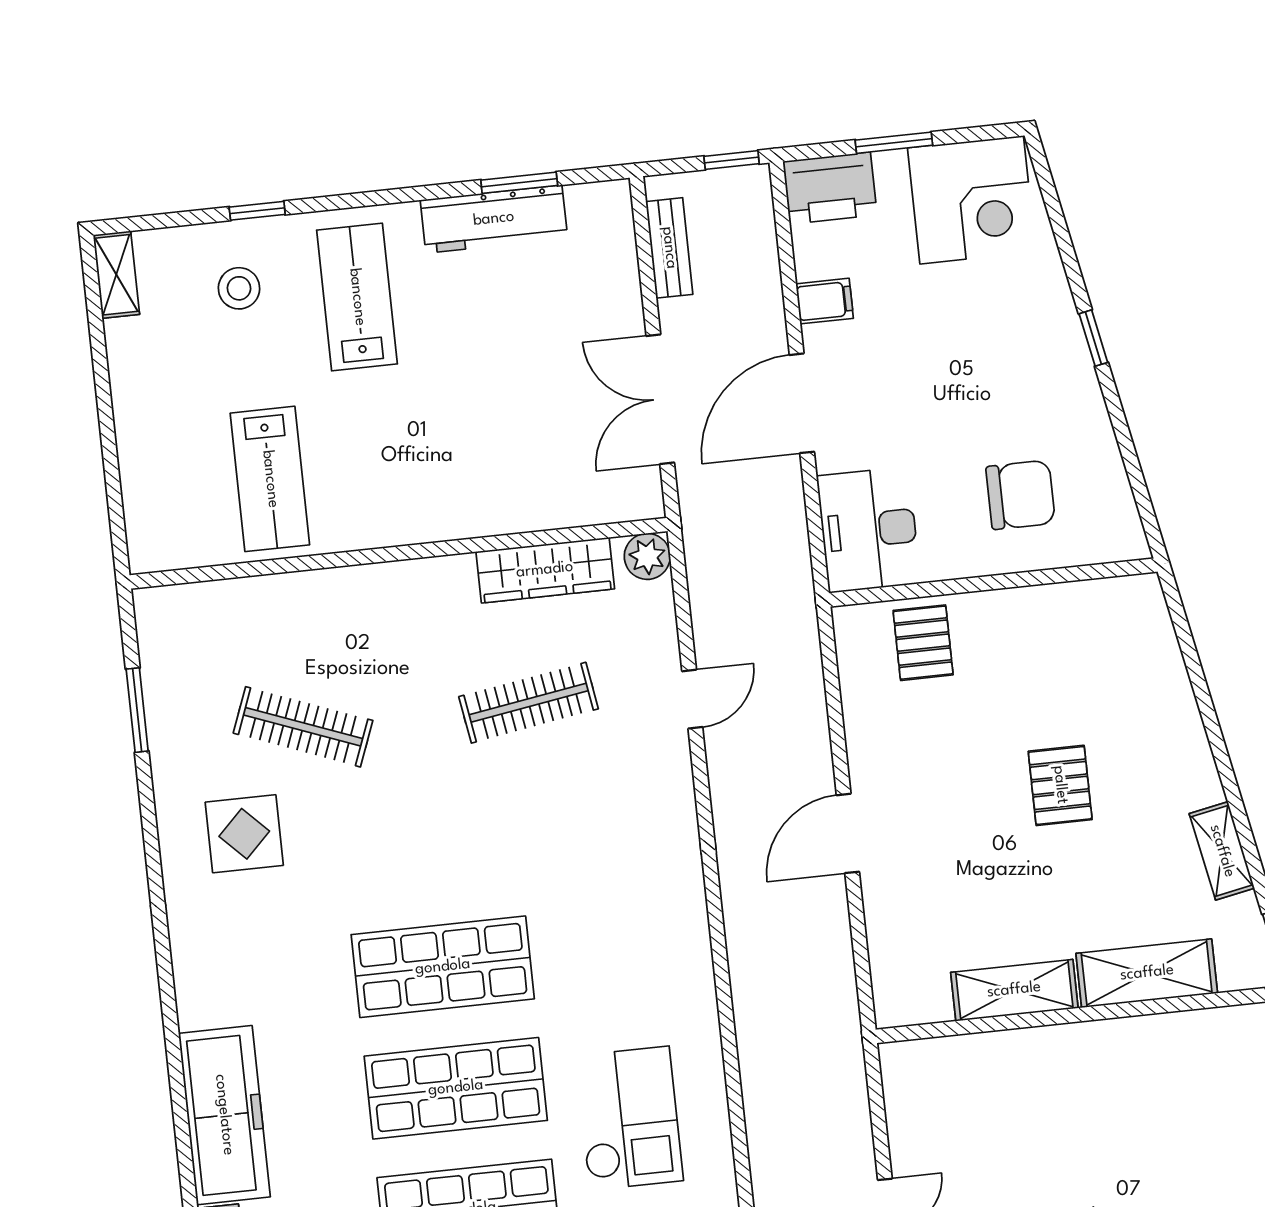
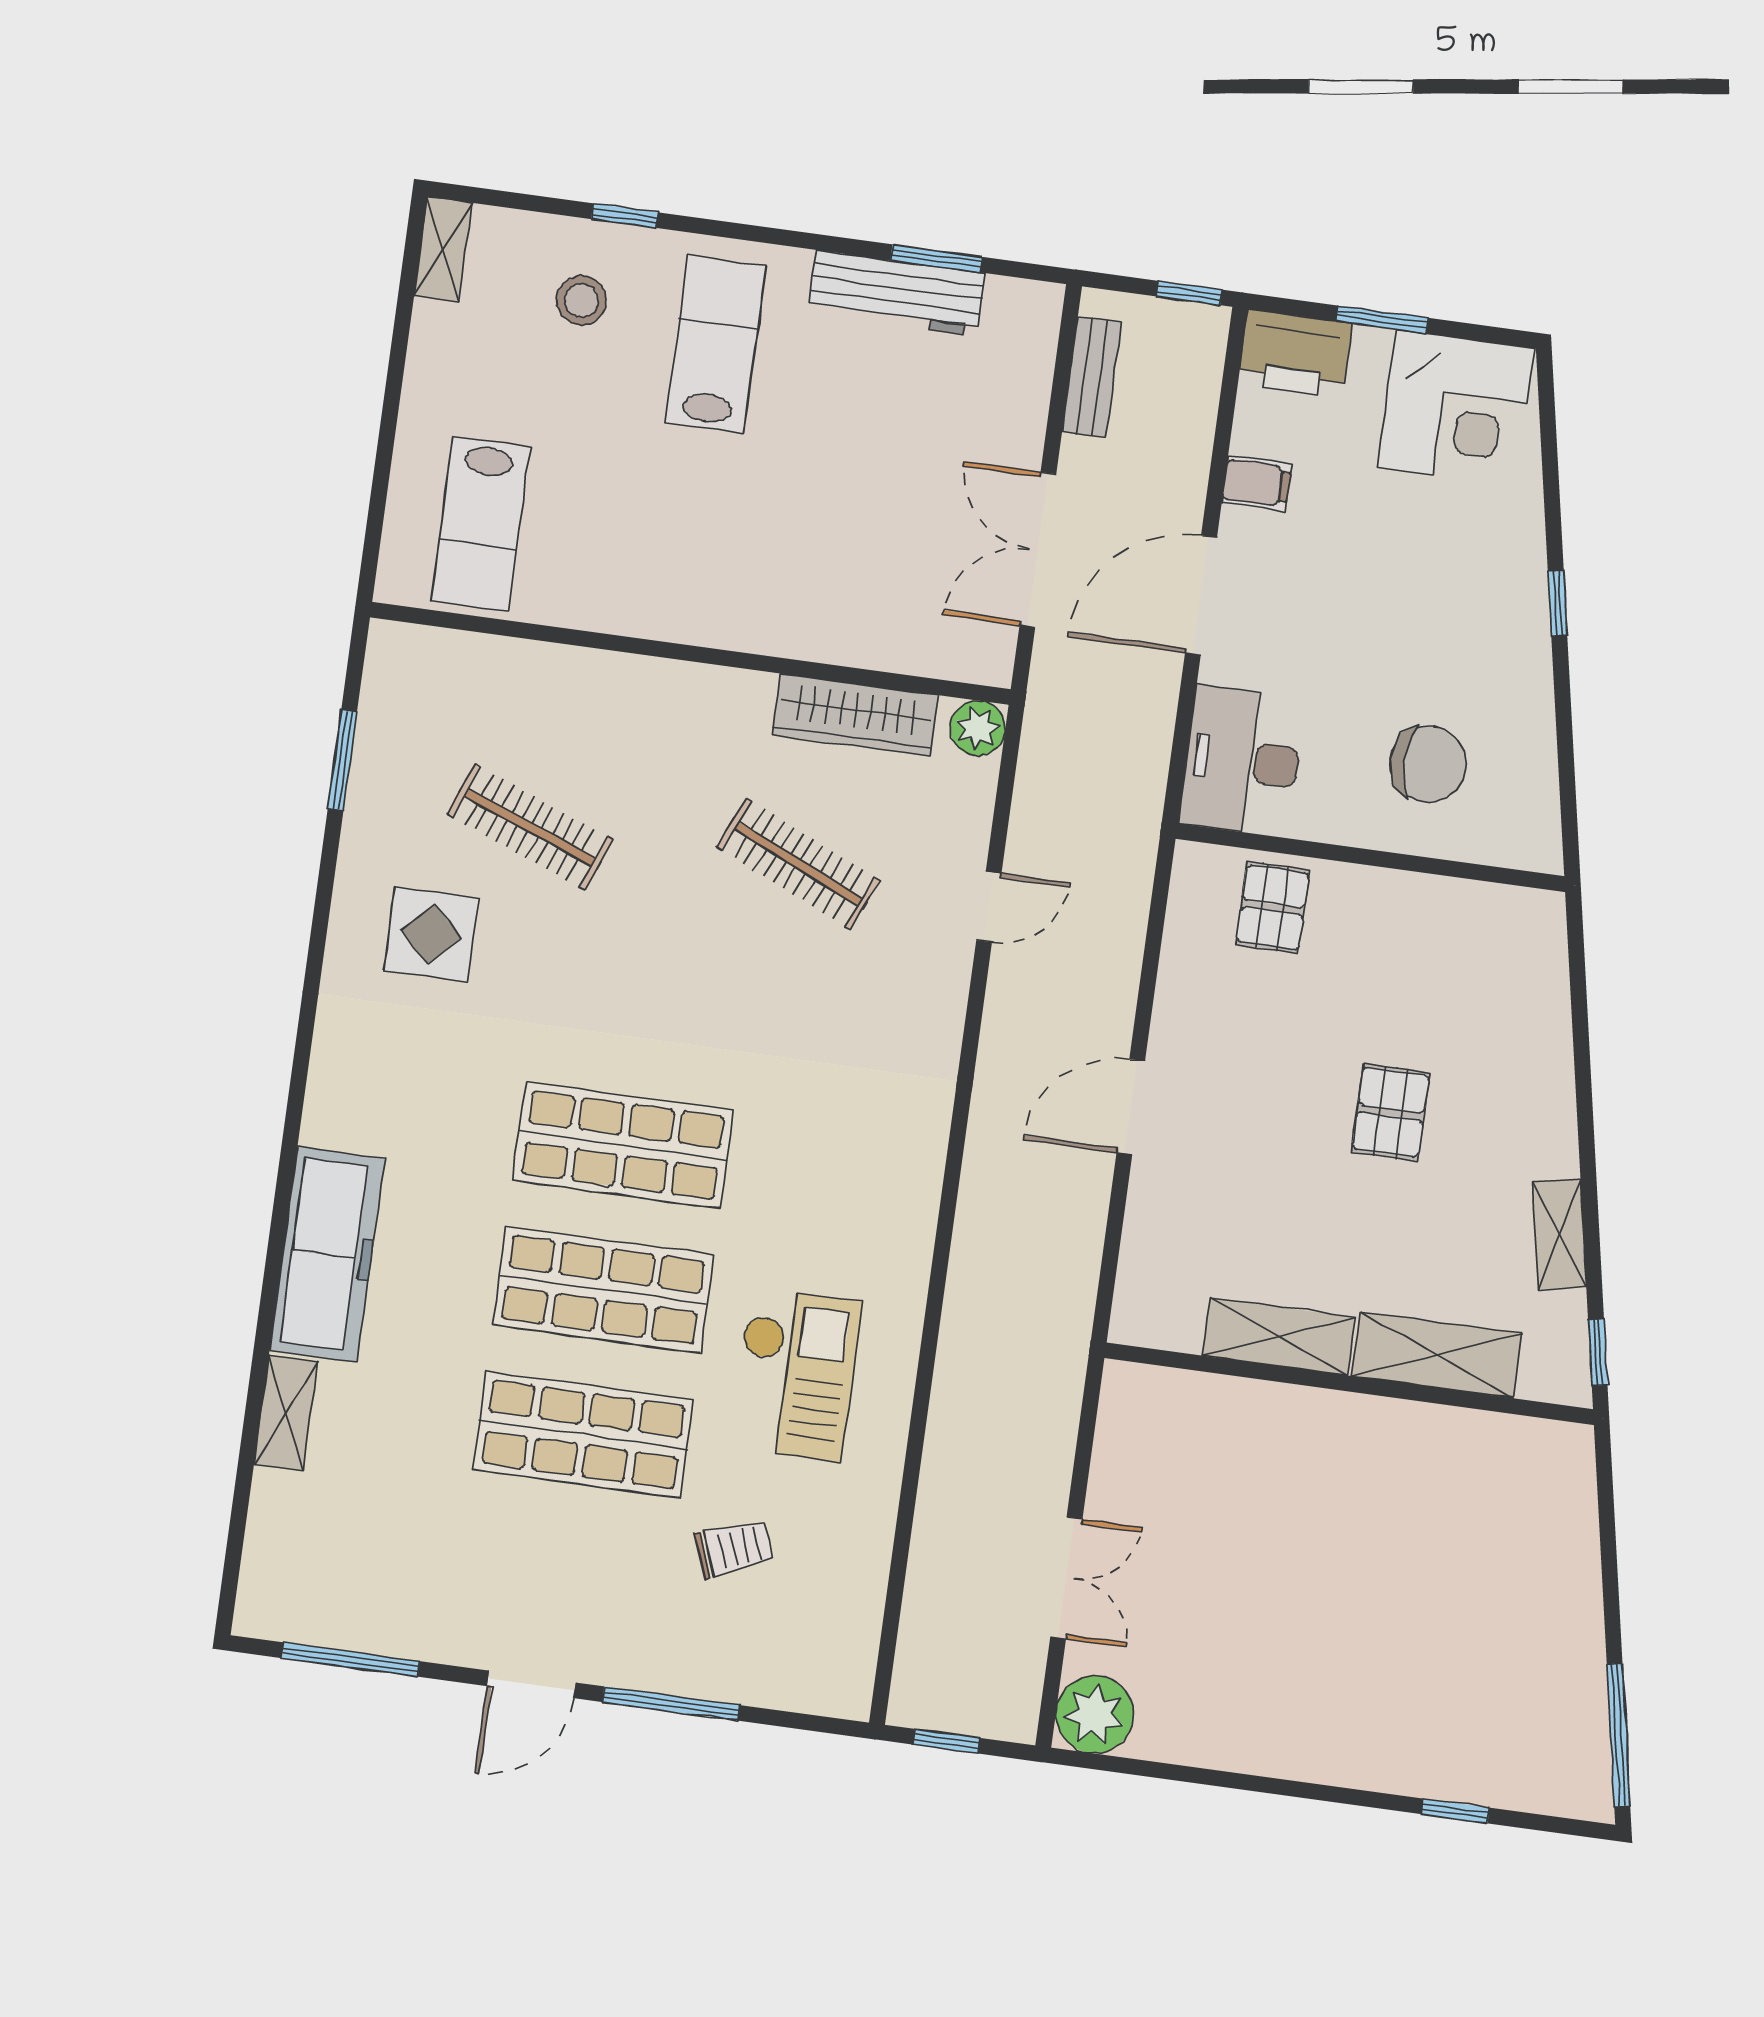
lab bench: (270, 479) -> (480, 524), moved
clothes rail: (529, 703) -> (798, 864), turned 33

